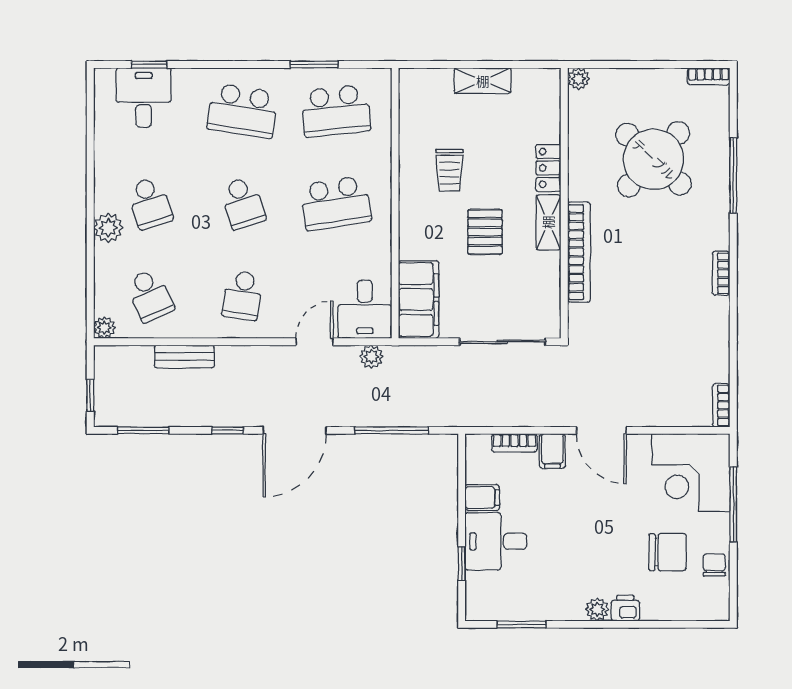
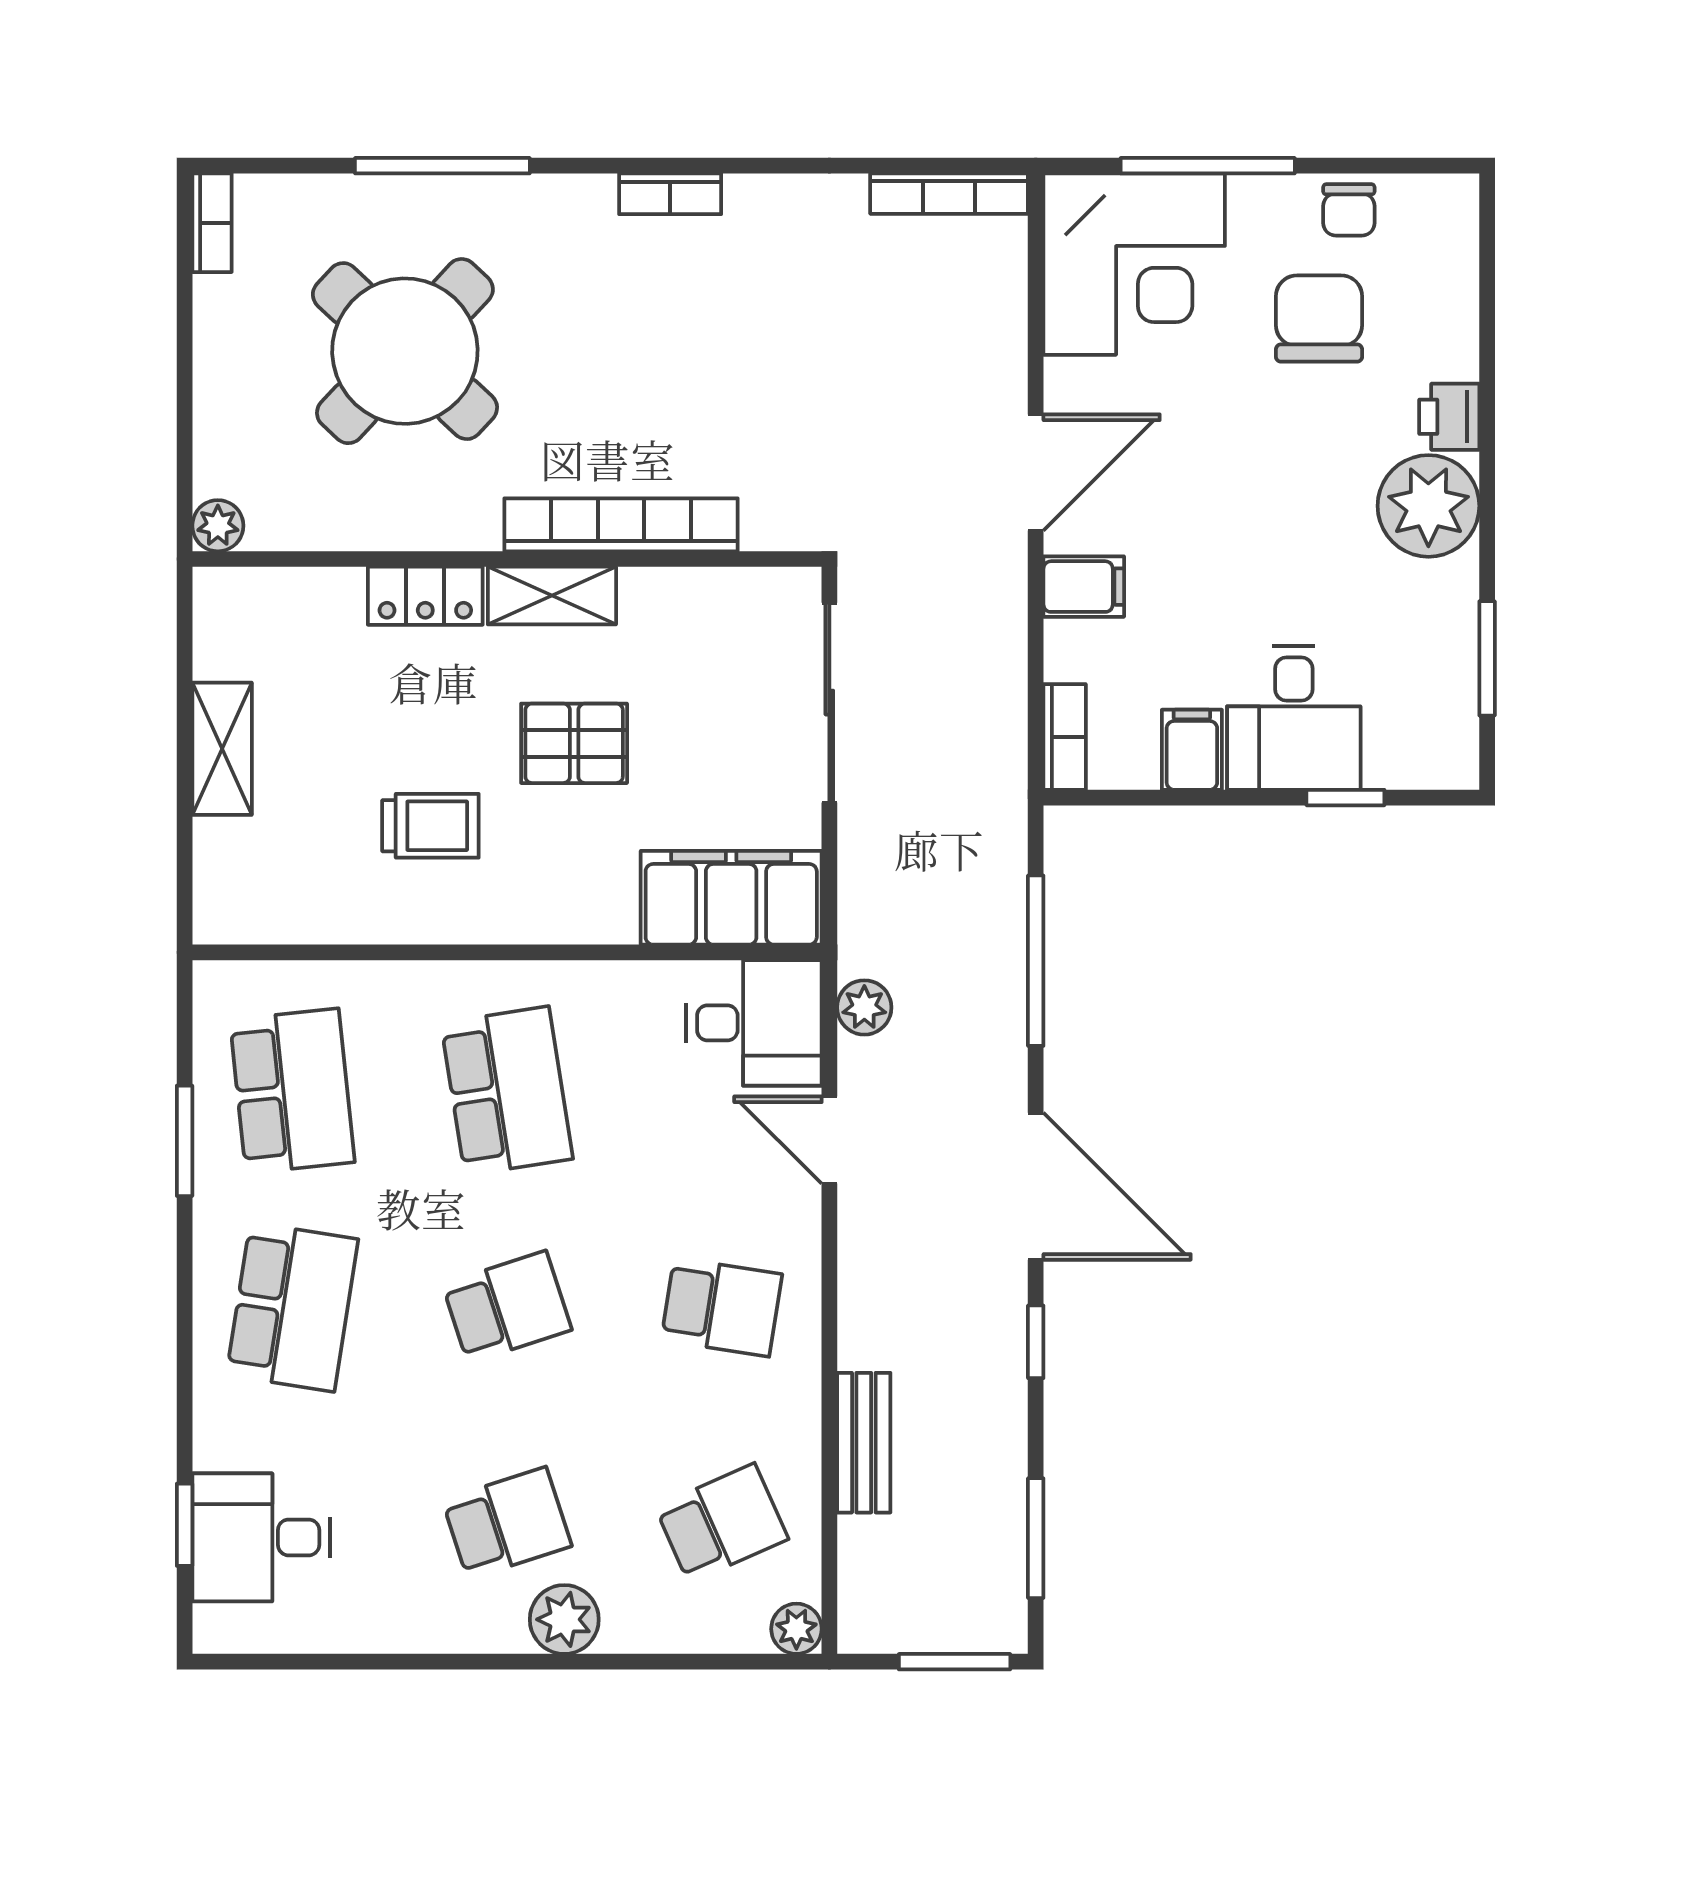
window: (90, 395) -> (955, 1662), width x1.50
bookcase: (721, 405) -> (949, 194), width x1.56
bookcase: (514, 443) -> (1065, 737), moved
chair: (714, 565) -> (1349, 210), turned -90
plant: (597, 609) -> (1428, 506), width x1.88, depth x1.88

